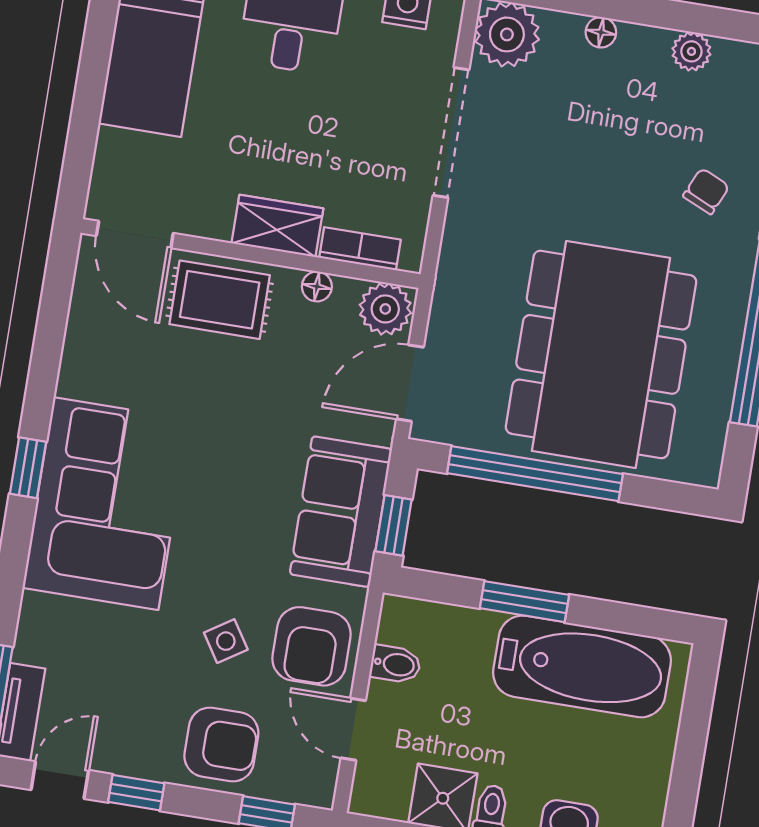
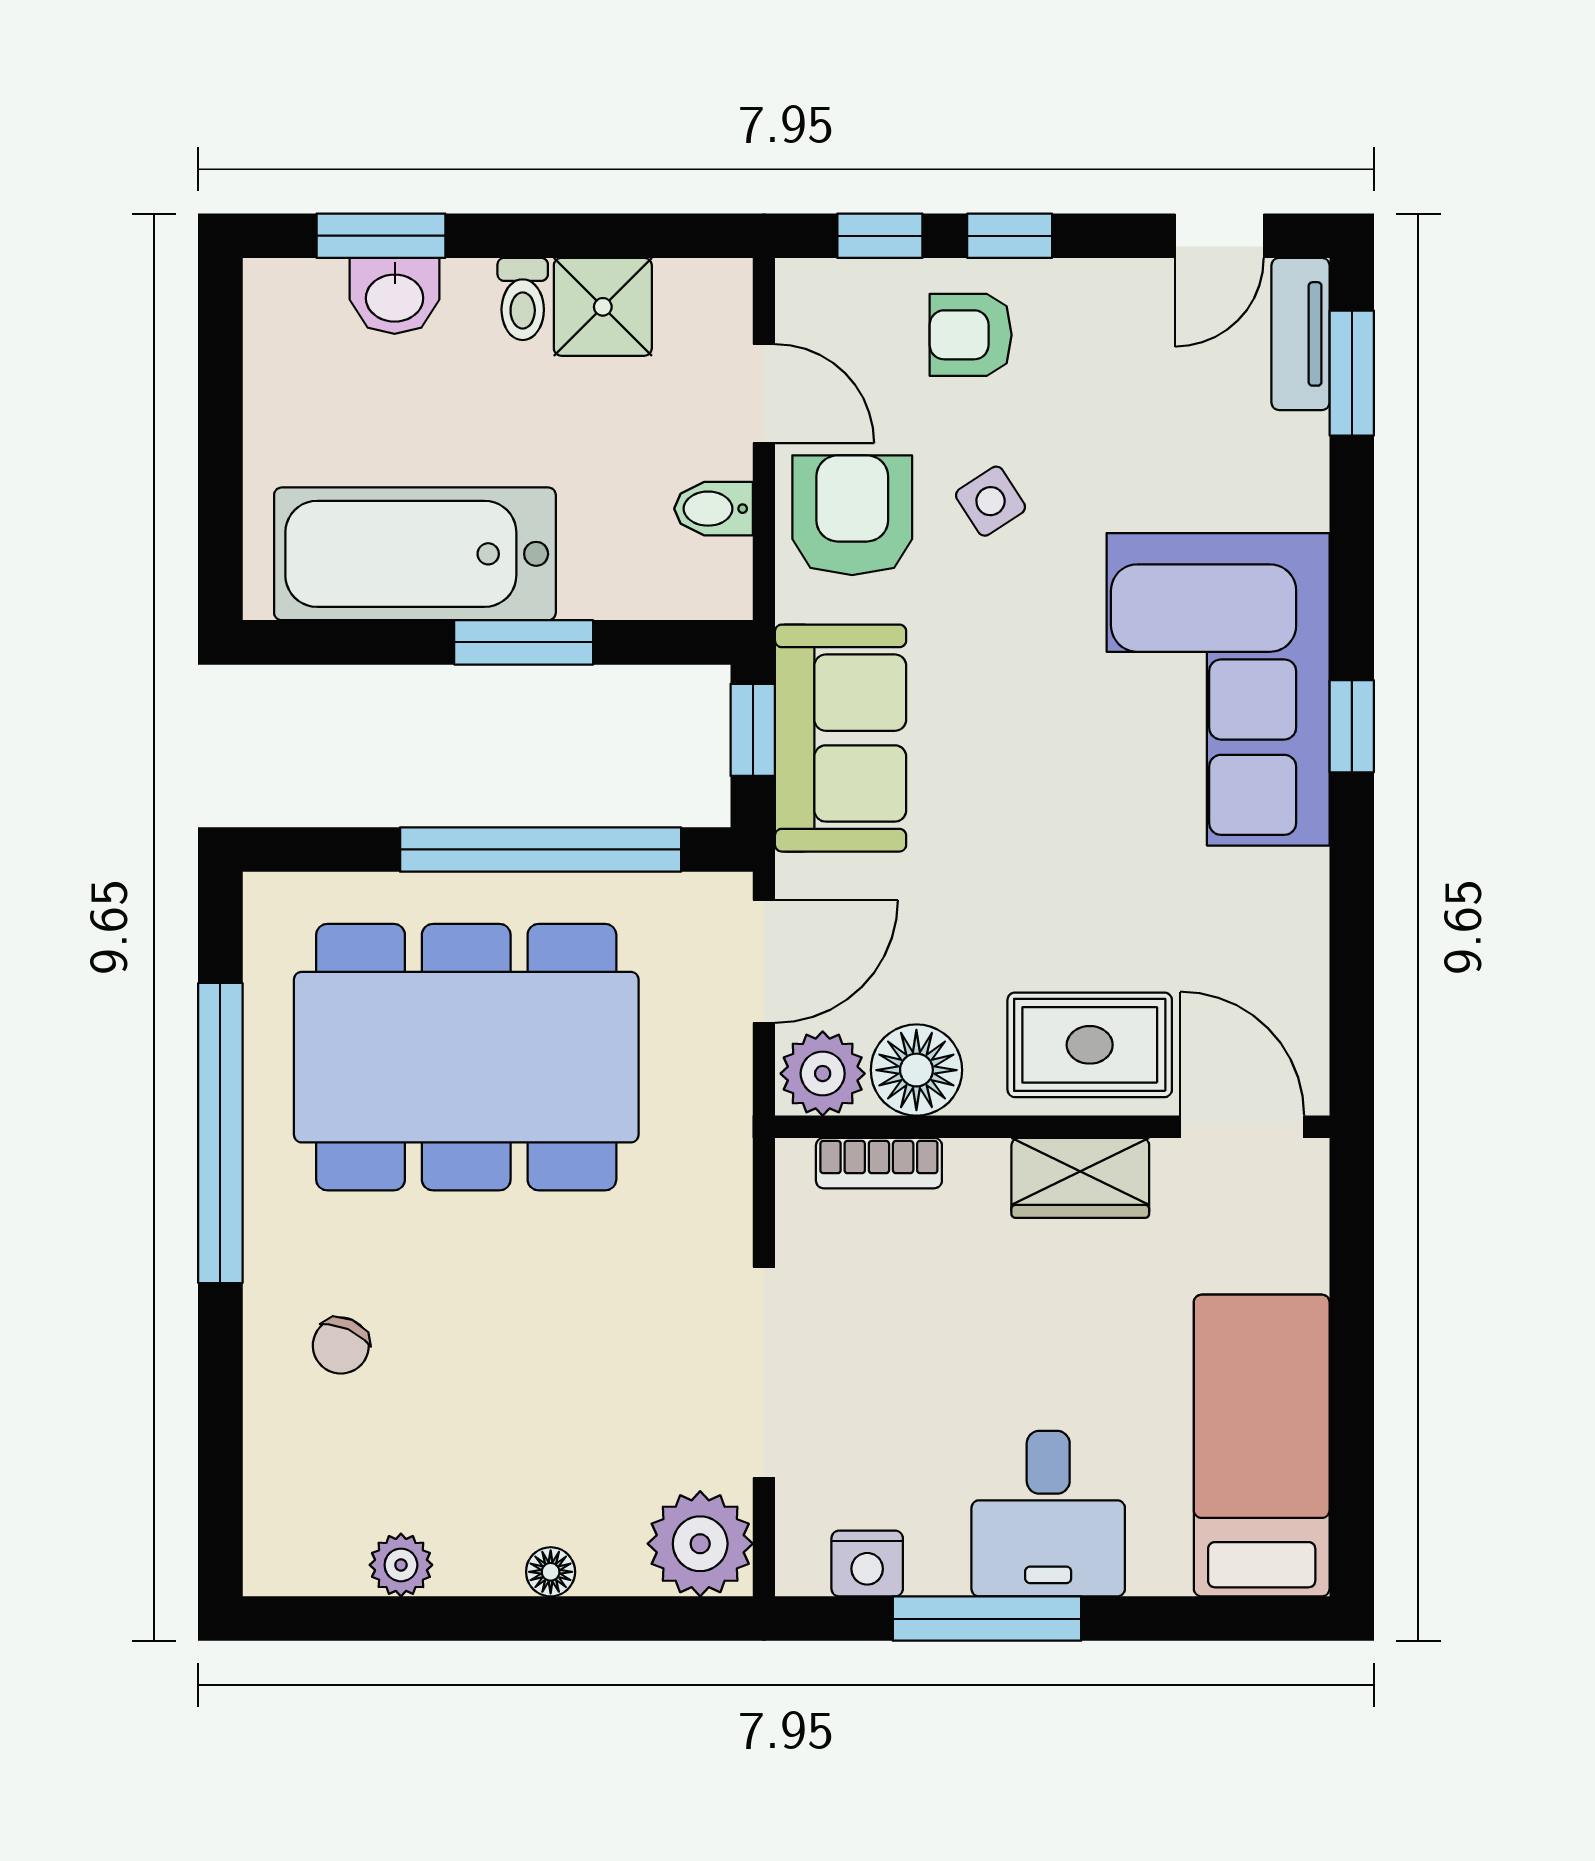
wardrobe: (277, 226) -> (1080, 1178), moved
floor lamp: (317, 286) -> (916, 1070), width x1.89, depth x1.89
dining table: (601, 354) -> (466, 1057), turned 90
armchair: (221, 744) -> (971, 335), width x0.72, depth x0.72
window: (136, 793) -> (1010, 236), moved

